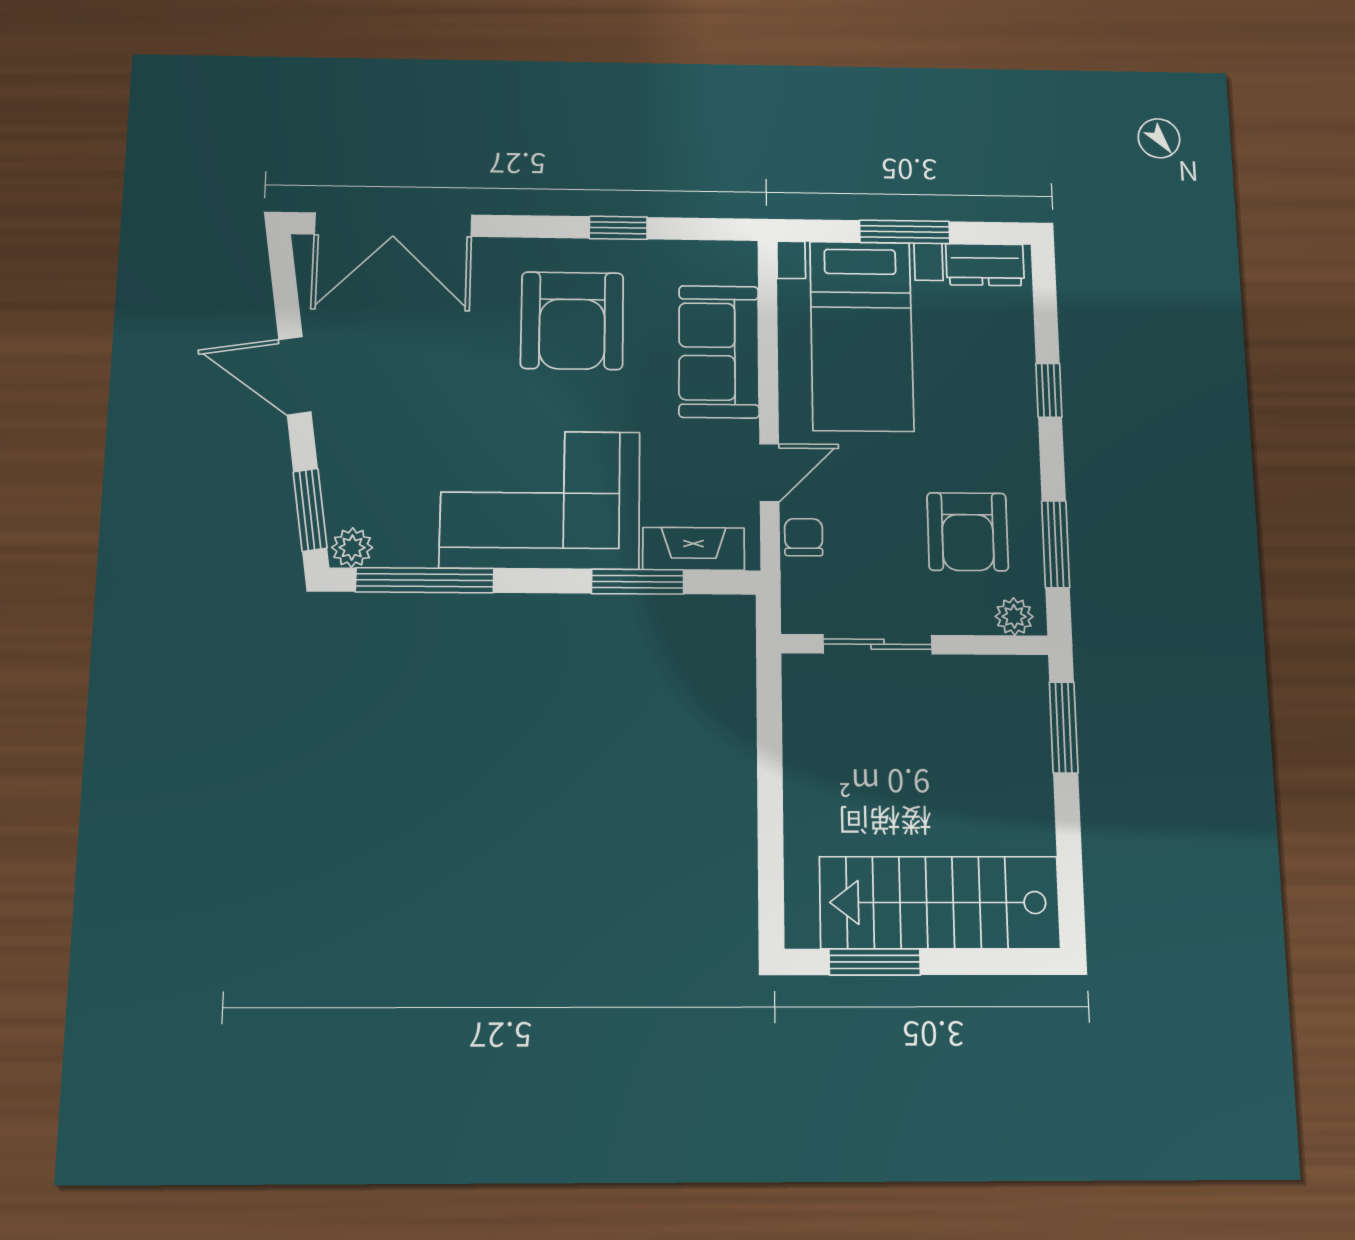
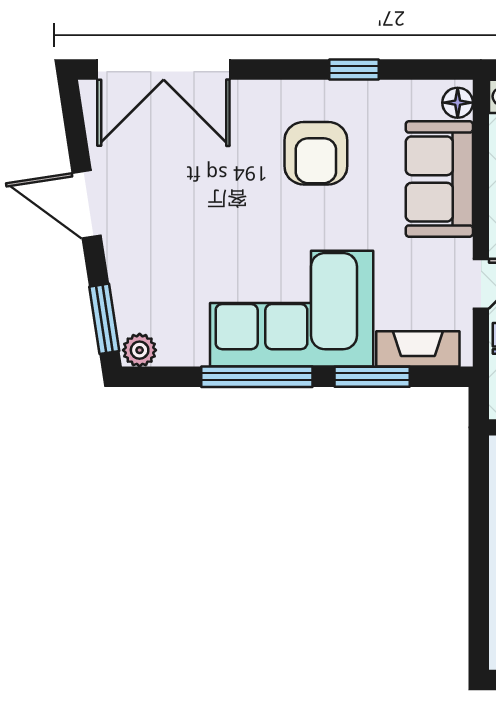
floor lamp: (740, 266) -> (458, 103), added
armchair: (572, 321) -> (316, 153), width x0.73, depth x0.73
window: (425, 580) -> (257, 377), moved

